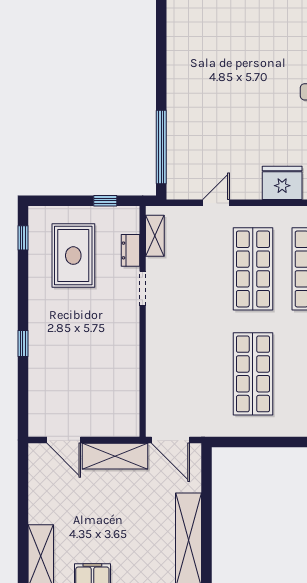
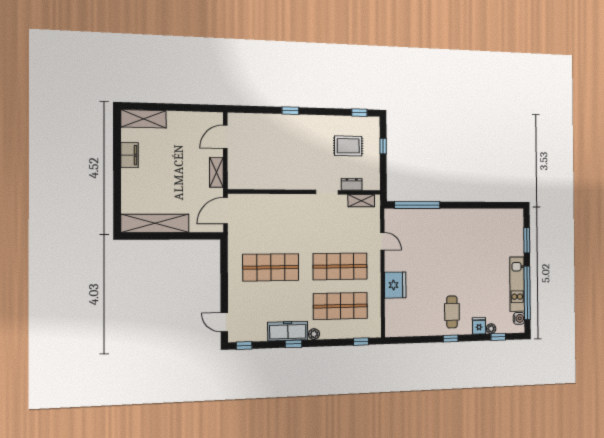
window: (105, 201) -> (383, 146), moved
rug: (73, 256) -> (348, 146), width x0.73, depth x0.70
shelving: (115, 456) -> (216, 172), width x0.67, depth x0.75

